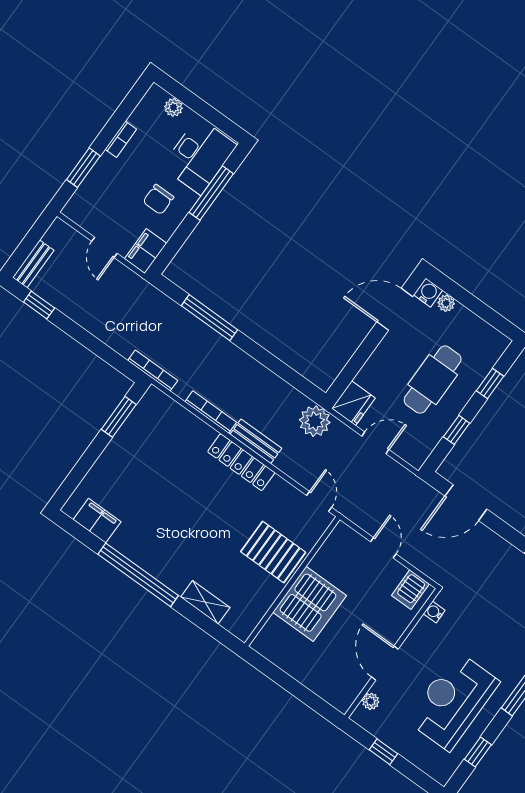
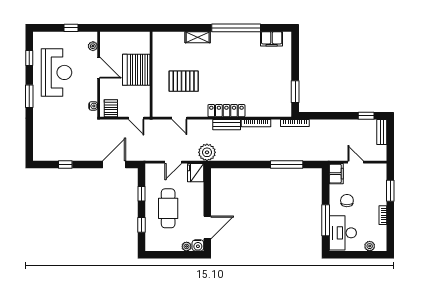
wall: (292, 581) -> (151, 74), moved
server rack: (310, 604) -> (136, 70), moved

